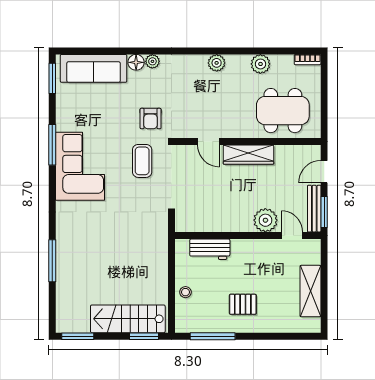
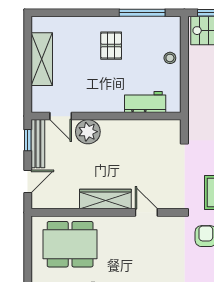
window: (324, 212) -> (28, 140), width x0.67
pallet: (243, 304) -> (111, 46), turned 90

